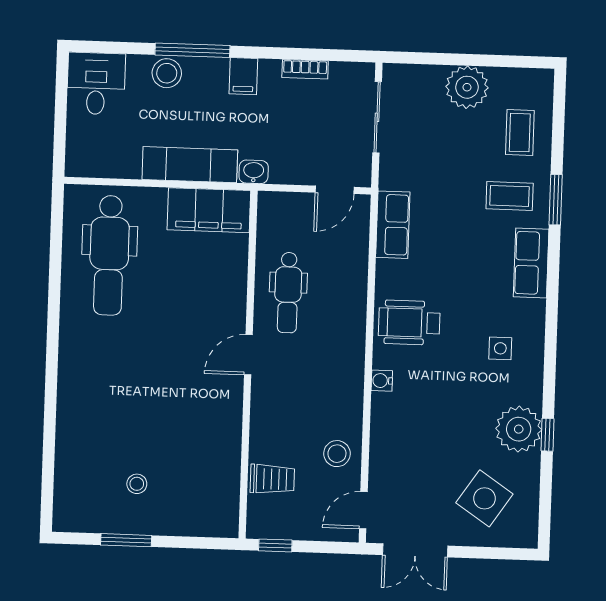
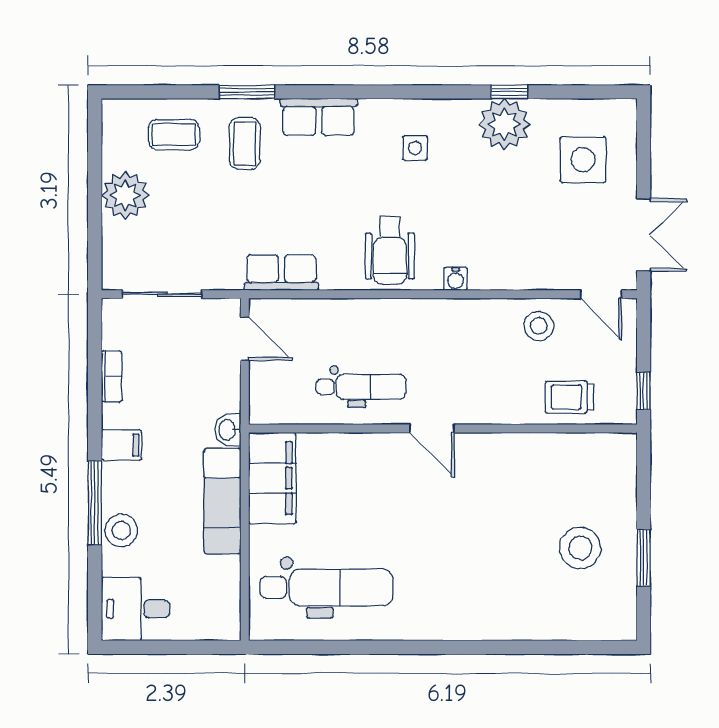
trolley: (272, 479) -> (570, 397), turned -90
stool: (137, 484) -> (580, 548), width x1.89, depth x1.89
side table: (484, 498) -> (583, 160), turned -34

